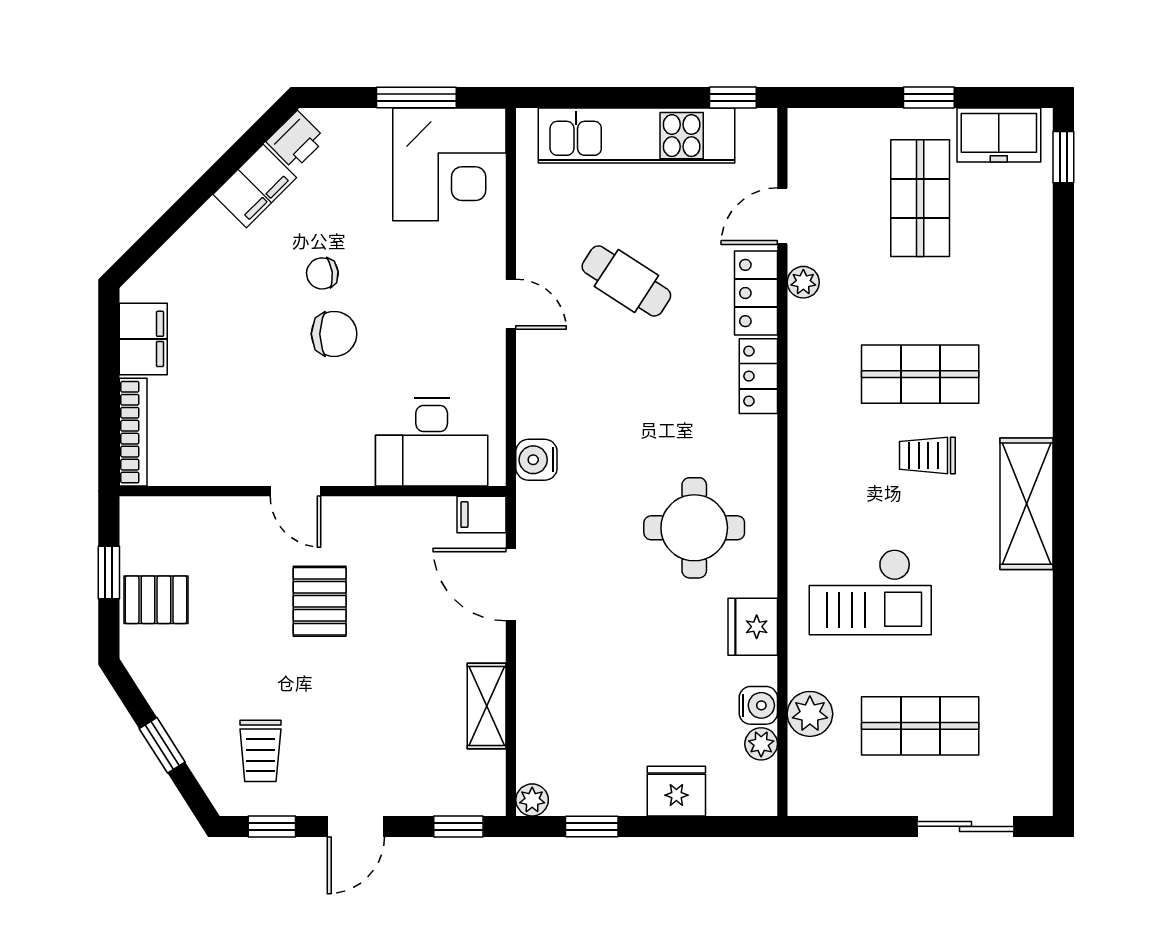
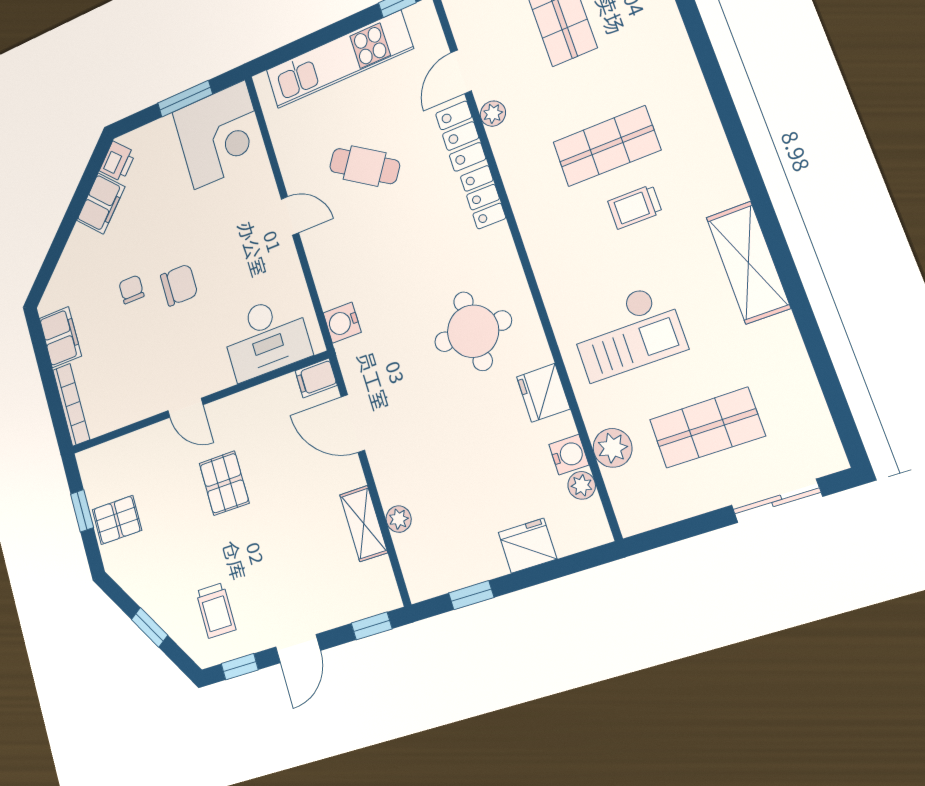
chair: (322, 273) -> (131, 289), moved, turned 97
shelving: (1027, 504) -> (748, 263), moved
plant: (532, 800) -> (399, 519), moved

